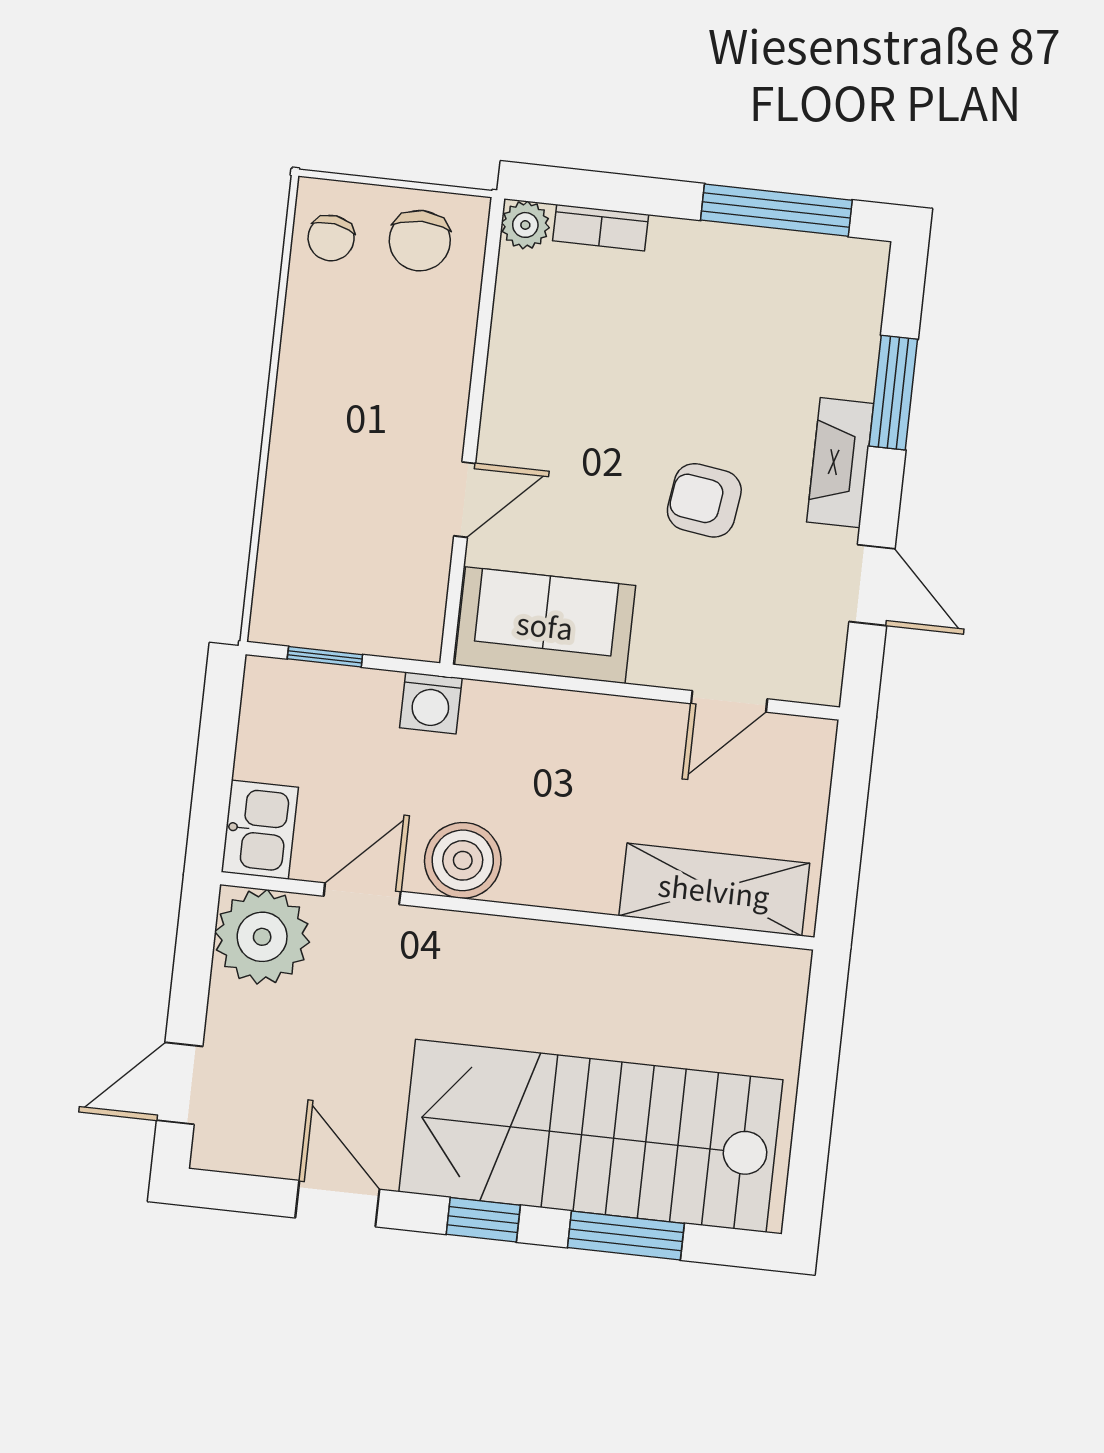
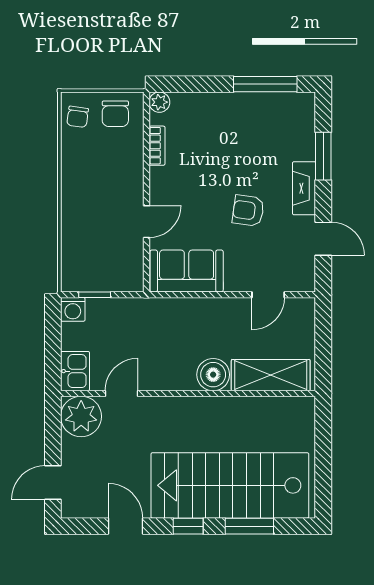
bookcase: (601, 228) -> (157, 146), moved, turned -90
washing machine: (431, 703) -> (73, 309), moved
boiler: (463, 860) -> (213, 375), moved

